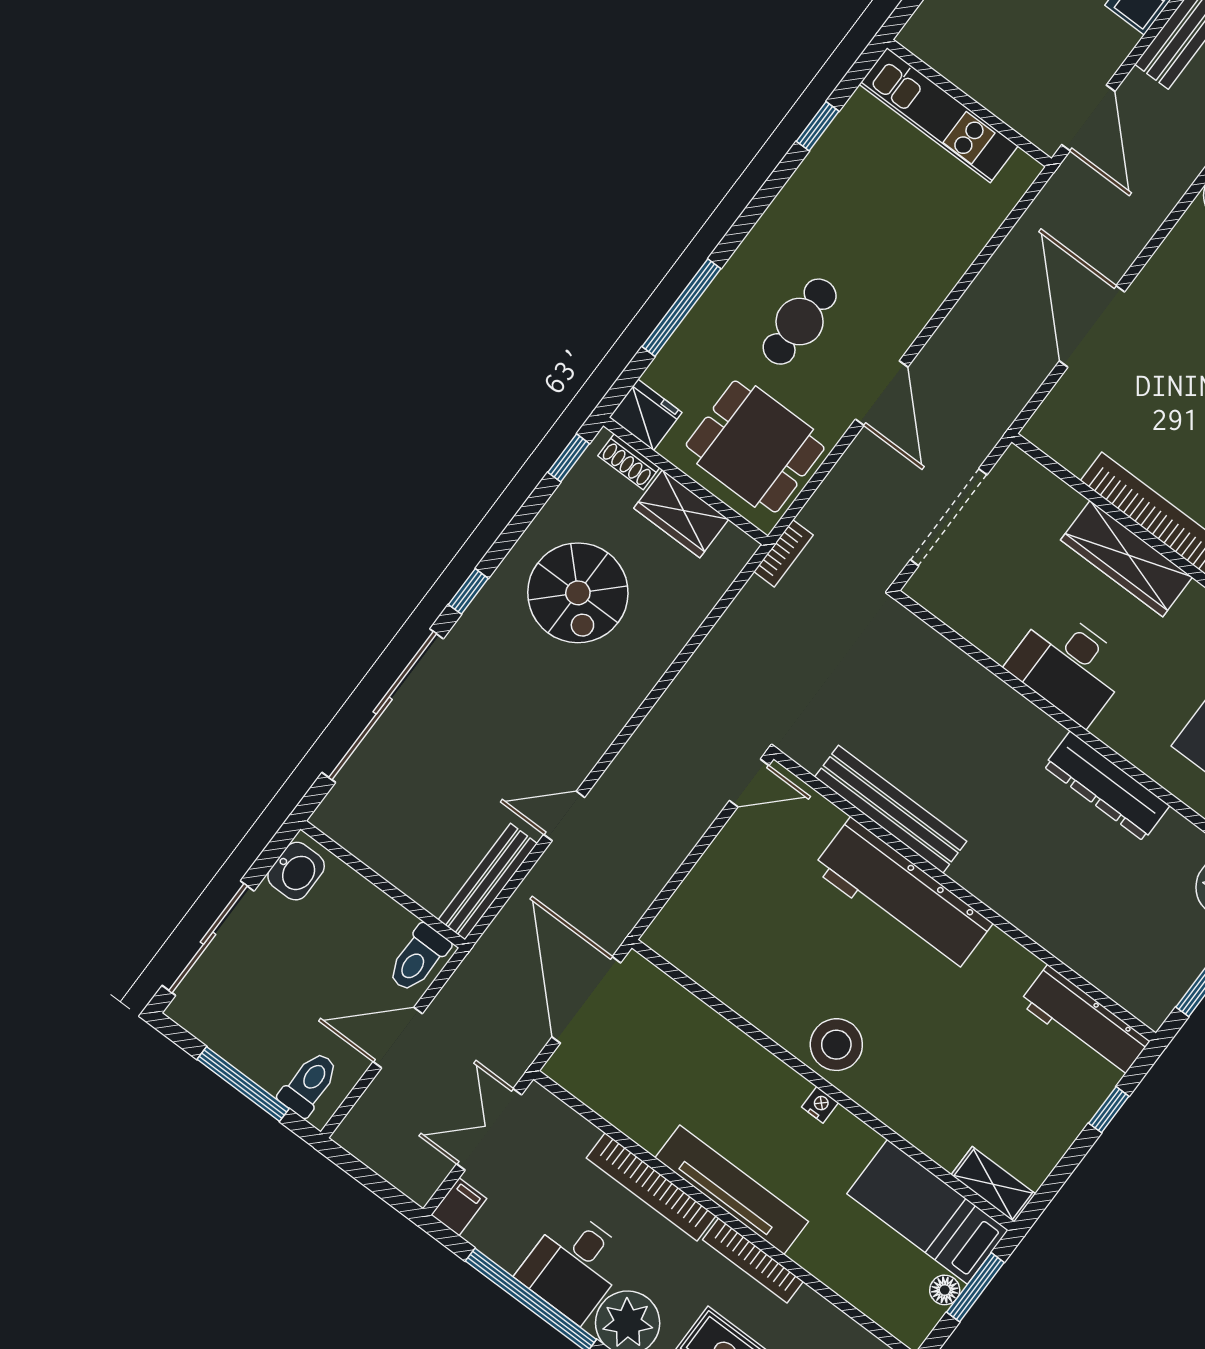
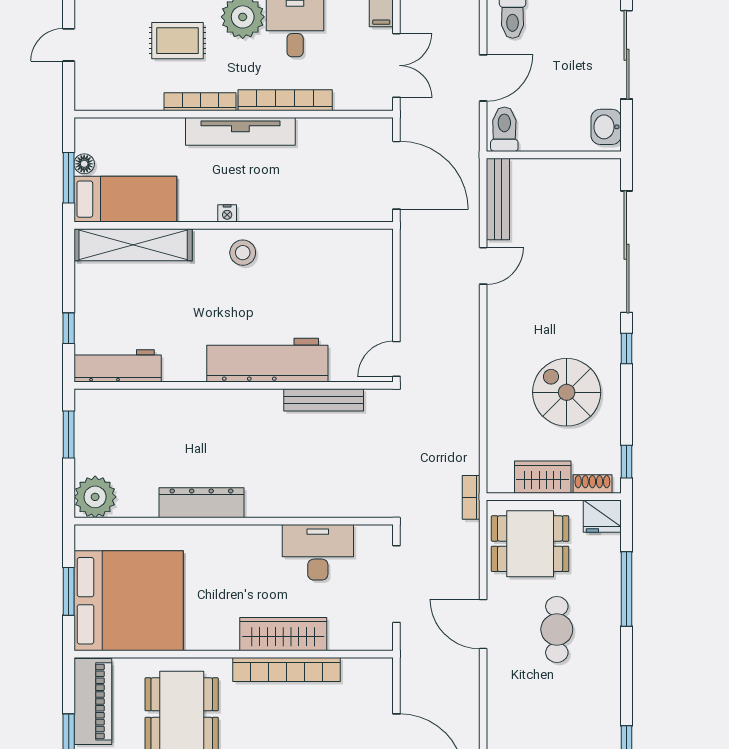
desk: (1069, 666) -> (318, 552), moved
bench: (891, 809) -> (324, 400), width x0.73, depth x0.82
stool: (836, 1045) -> (243, 253), width x0.73, depth x0.73
shelving: (993, 1184) -> (133, 245), width x2.20, depth x1.33

